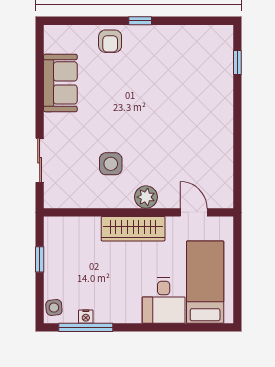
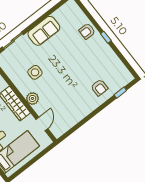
sofa: (60, 83) -> (44, 31), moved
armchair: (206, 87) -> (99, 88), added

